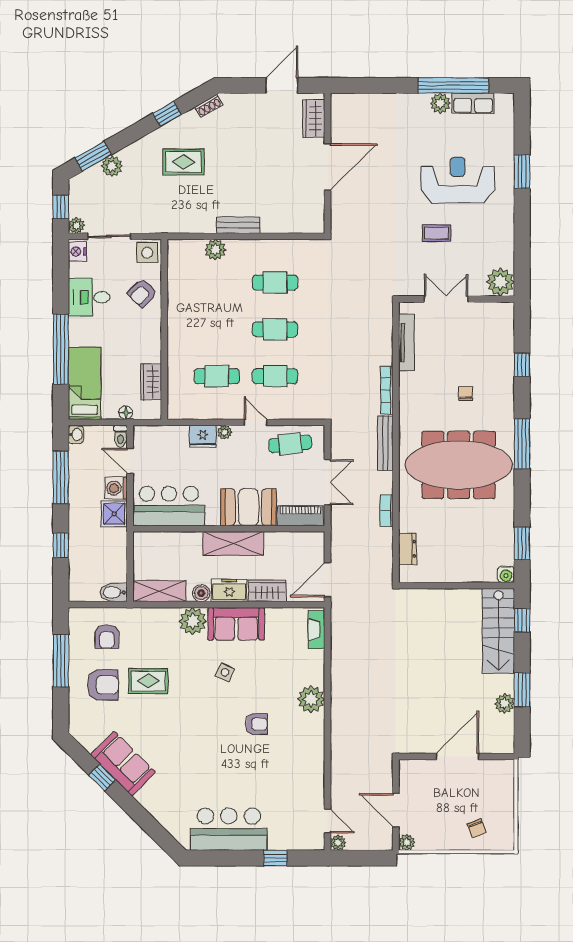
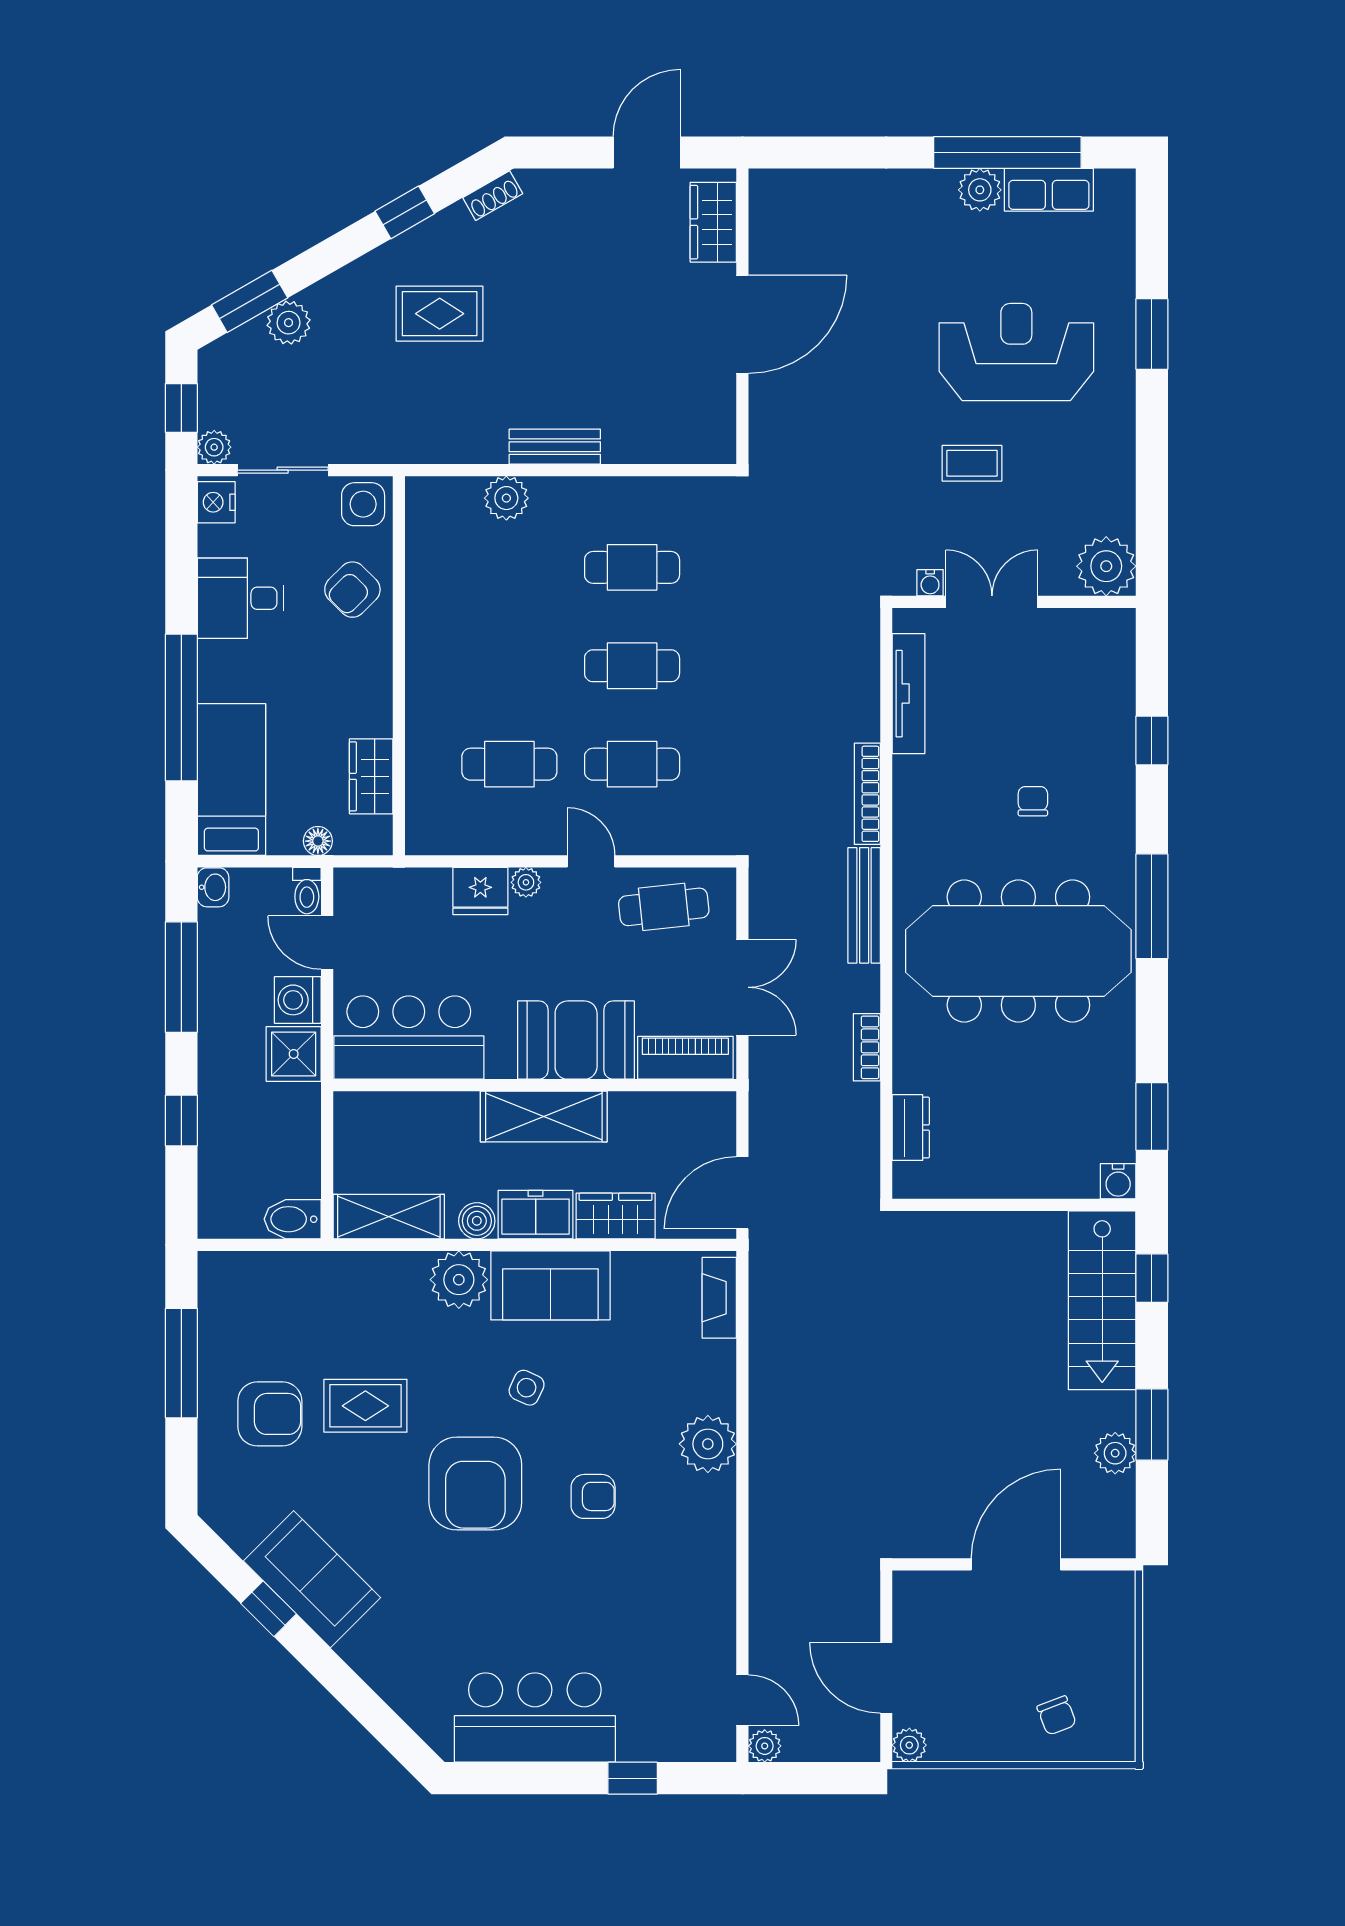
water cooler: (417, 290) -> (930, 583), added
armchair: (107, 637) -> (475, 1484), moved, width x1.88, depth x1.88

